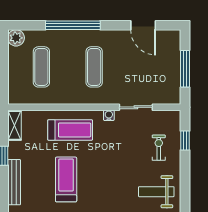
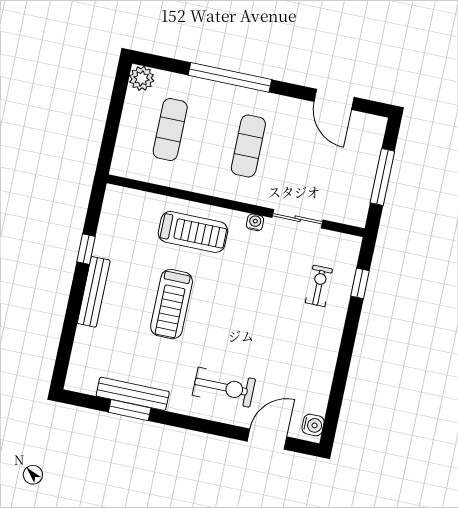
shelving: (14, 125) -> (112, 208), removed
treadmill: (66, 179) -> (172, 304), turned 180
weight bench: (156, 192) -> (301, 350), removed

